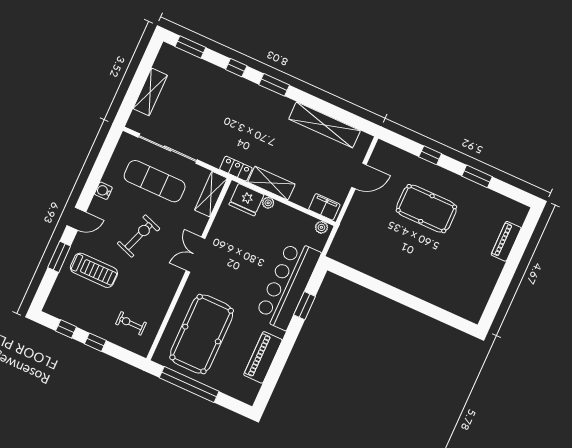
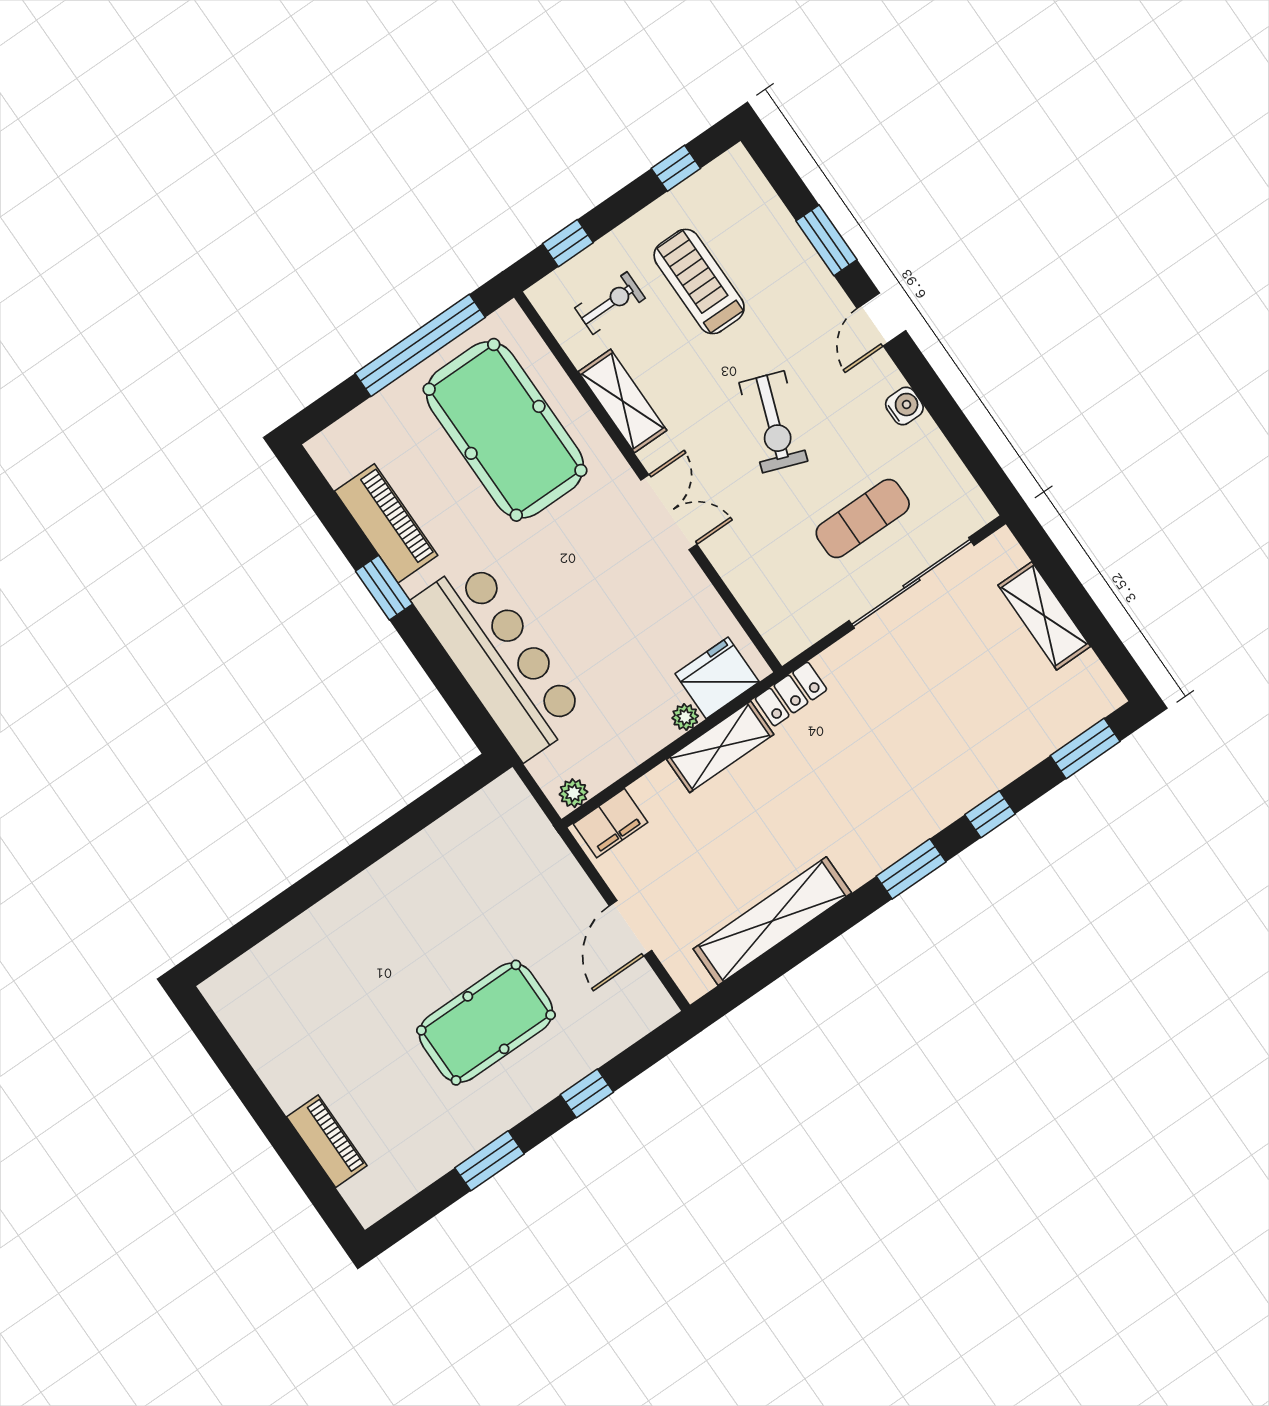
exercise mat: (155, 181) -> (863, 519), width x0.73, depth x0.69
shelving: (211, 194) -> (622, 401), moved
treadmill: (94, 270) -> (699, 282), moved, turned 90
window: (305, 306) -> (384, 588), moved
window: (95, 342) -> (568, 243), moved

